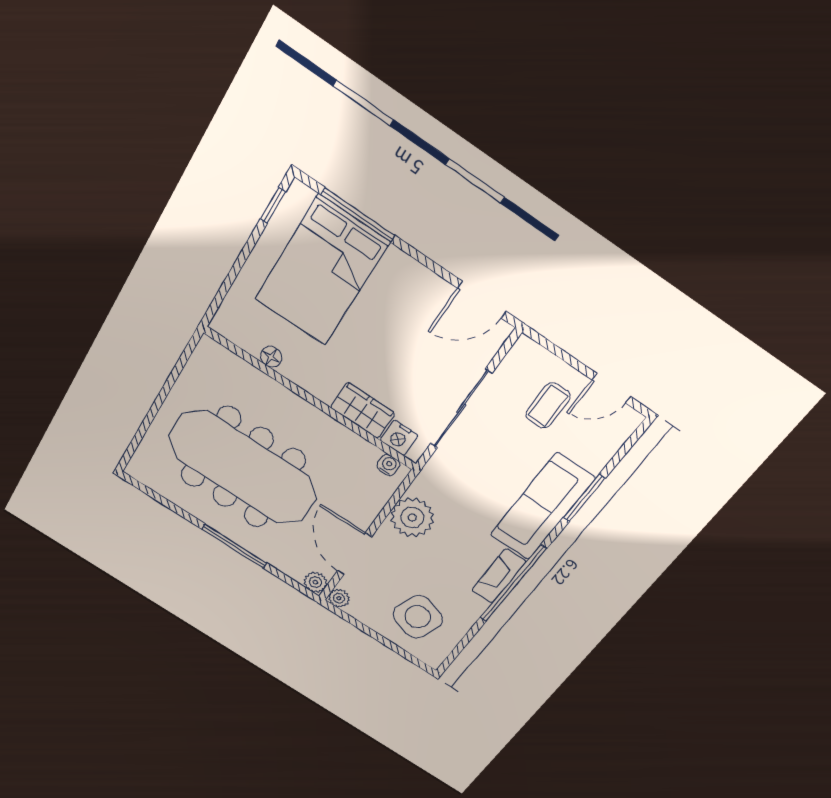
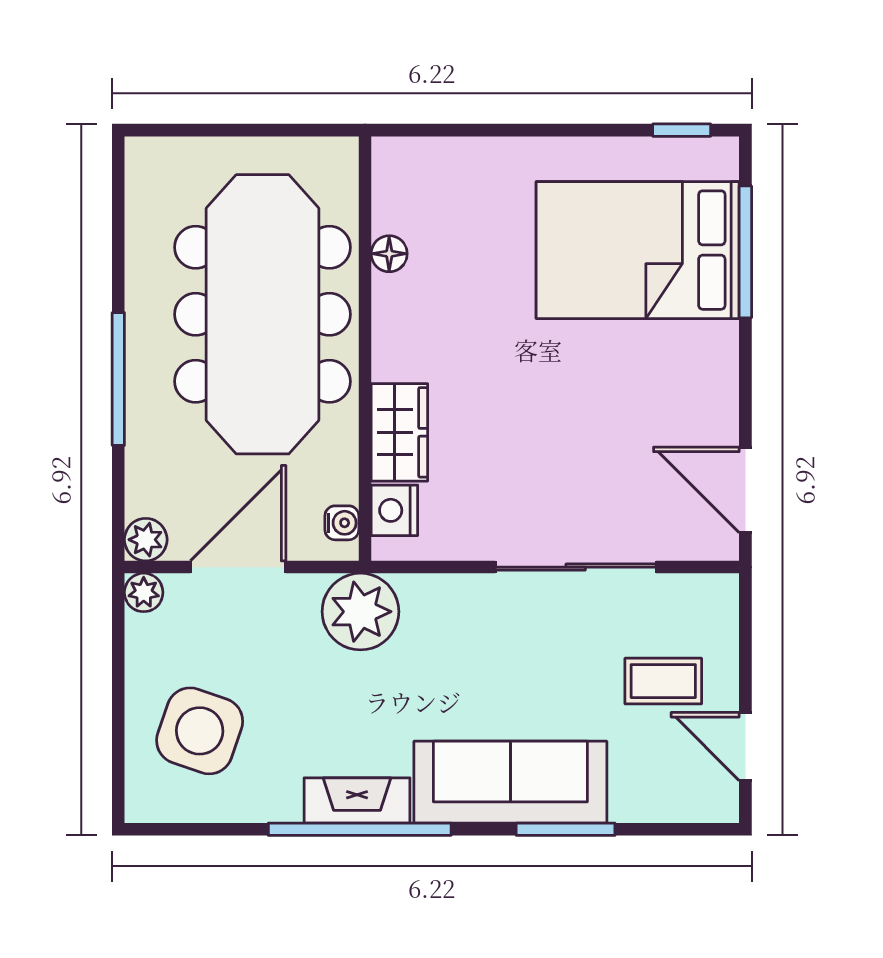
floor lamp: (271, 357) -> (389, 254), moved
wall: (311, 399) -> (365, 349), moved
wardrobe: (363, 410) -> (399, 432), moved
nightstand: (399, 438) -> (394, 510), moved
water cooler: (388, 465) -> (342, 523), moved

